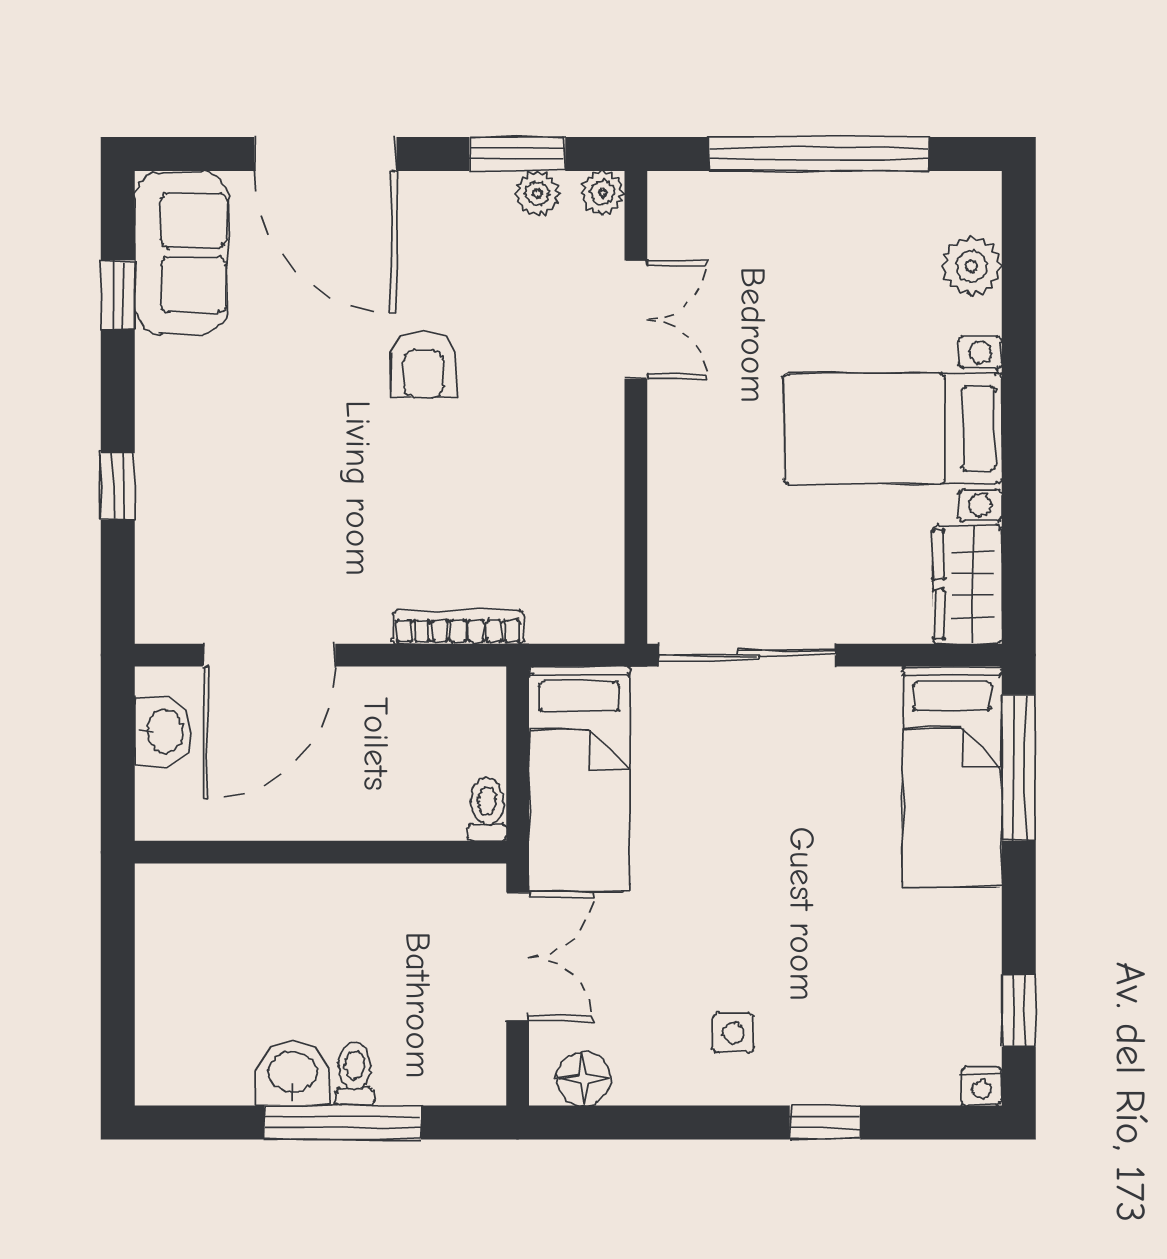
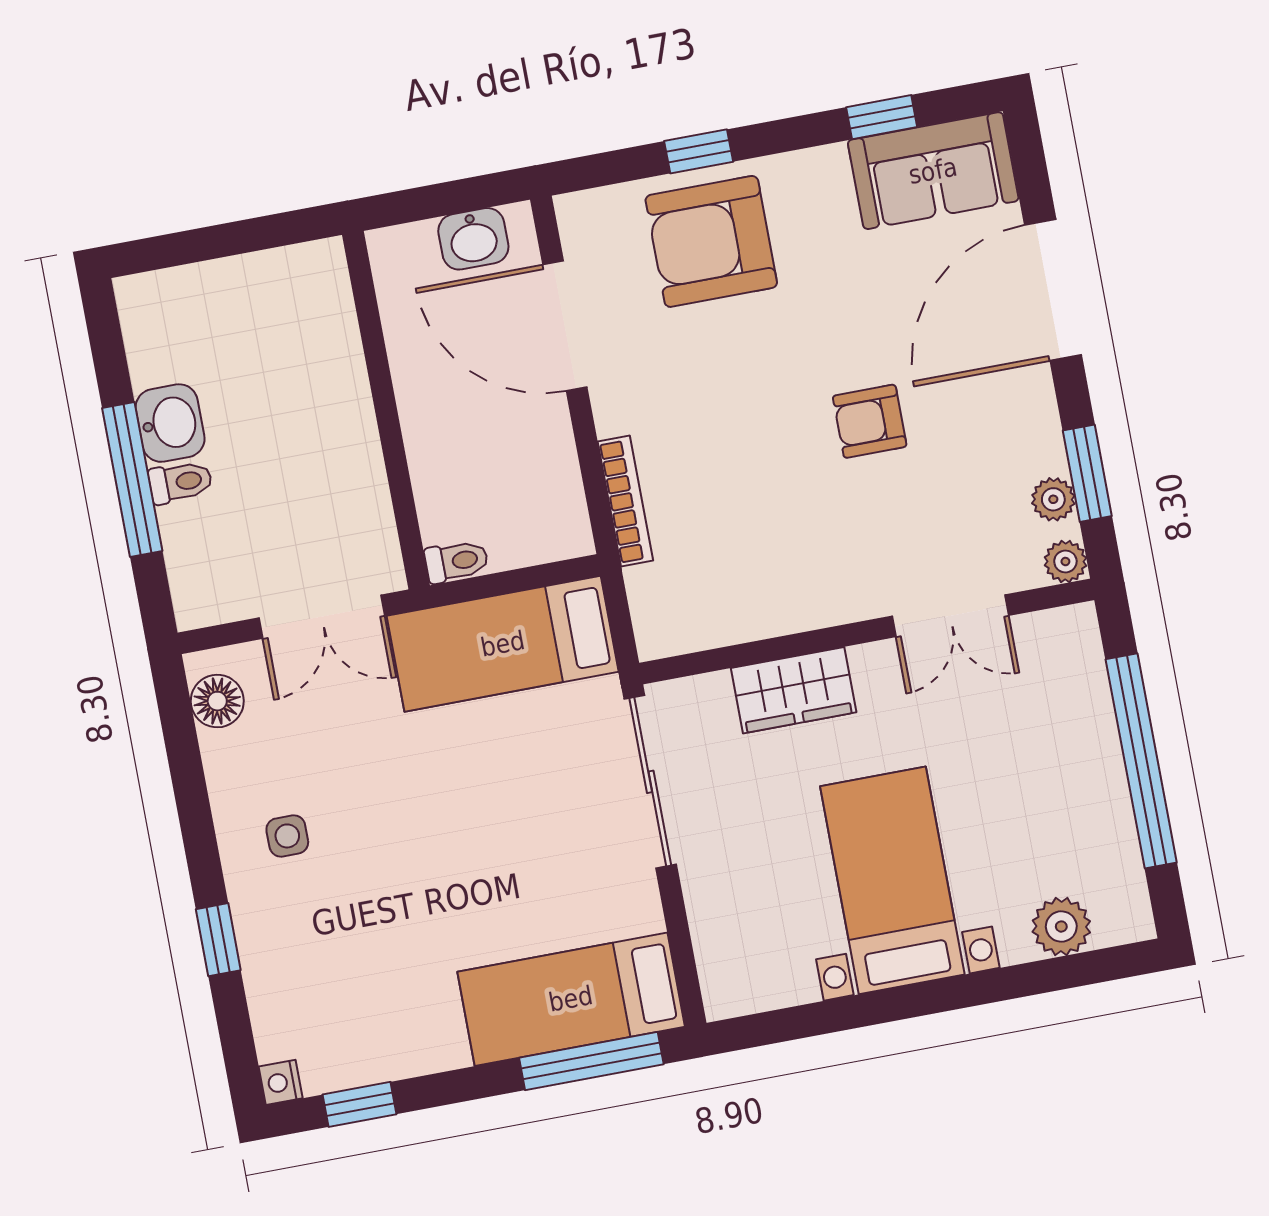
armchair: (211, 491) -> (711, 241), added
wardrobe: (967, 585) -> (794, 690), moved, turned 180

